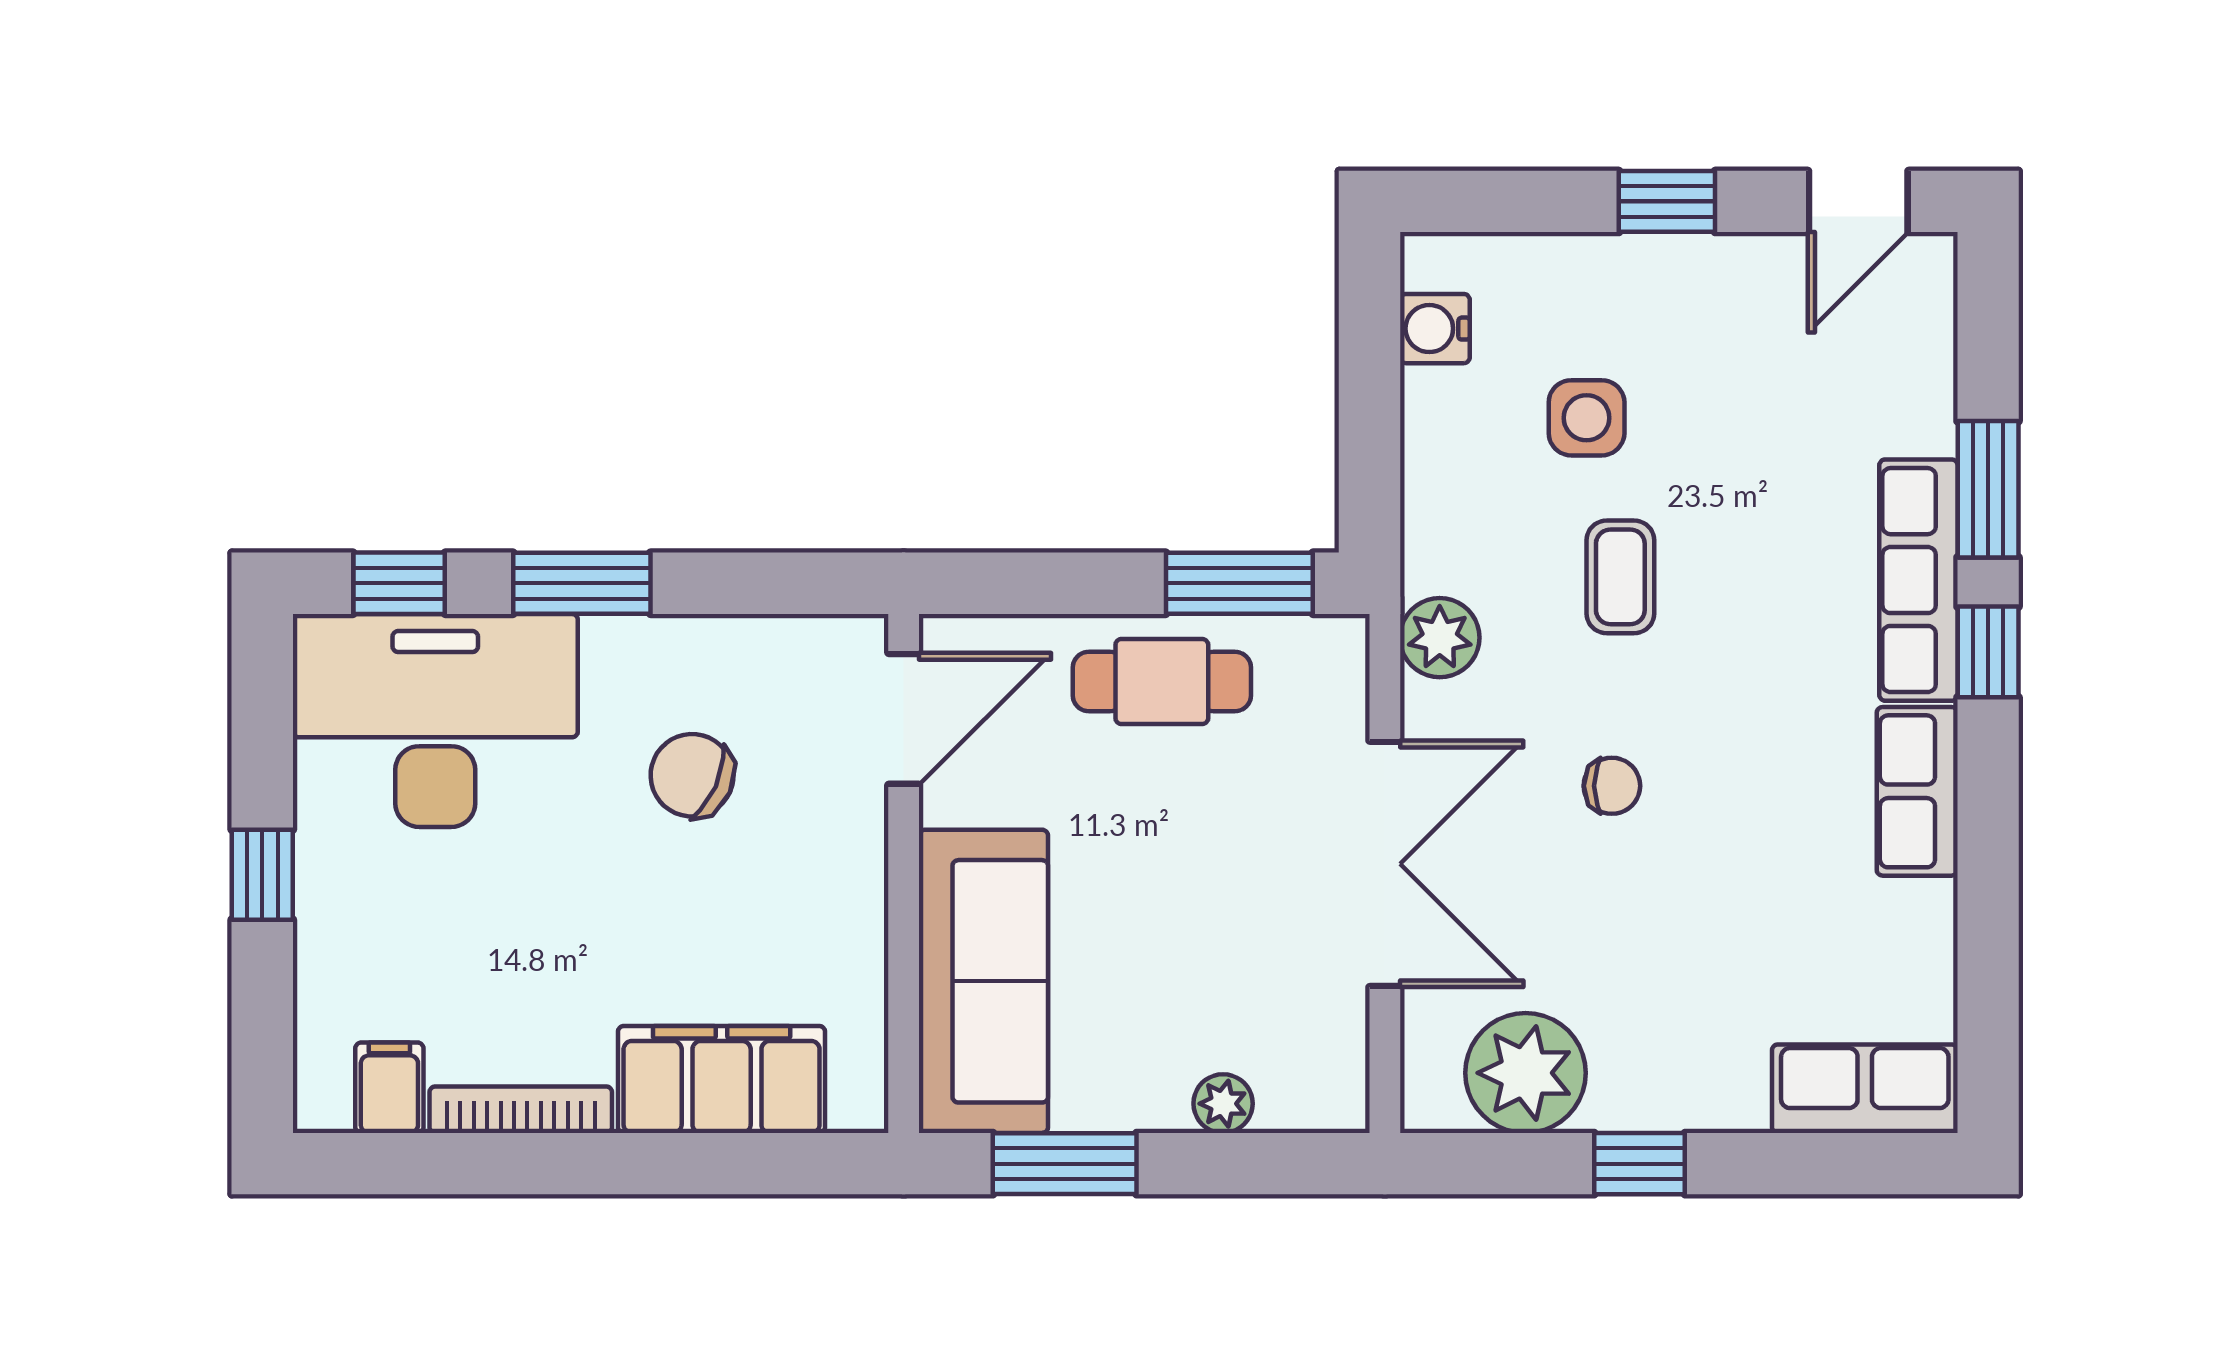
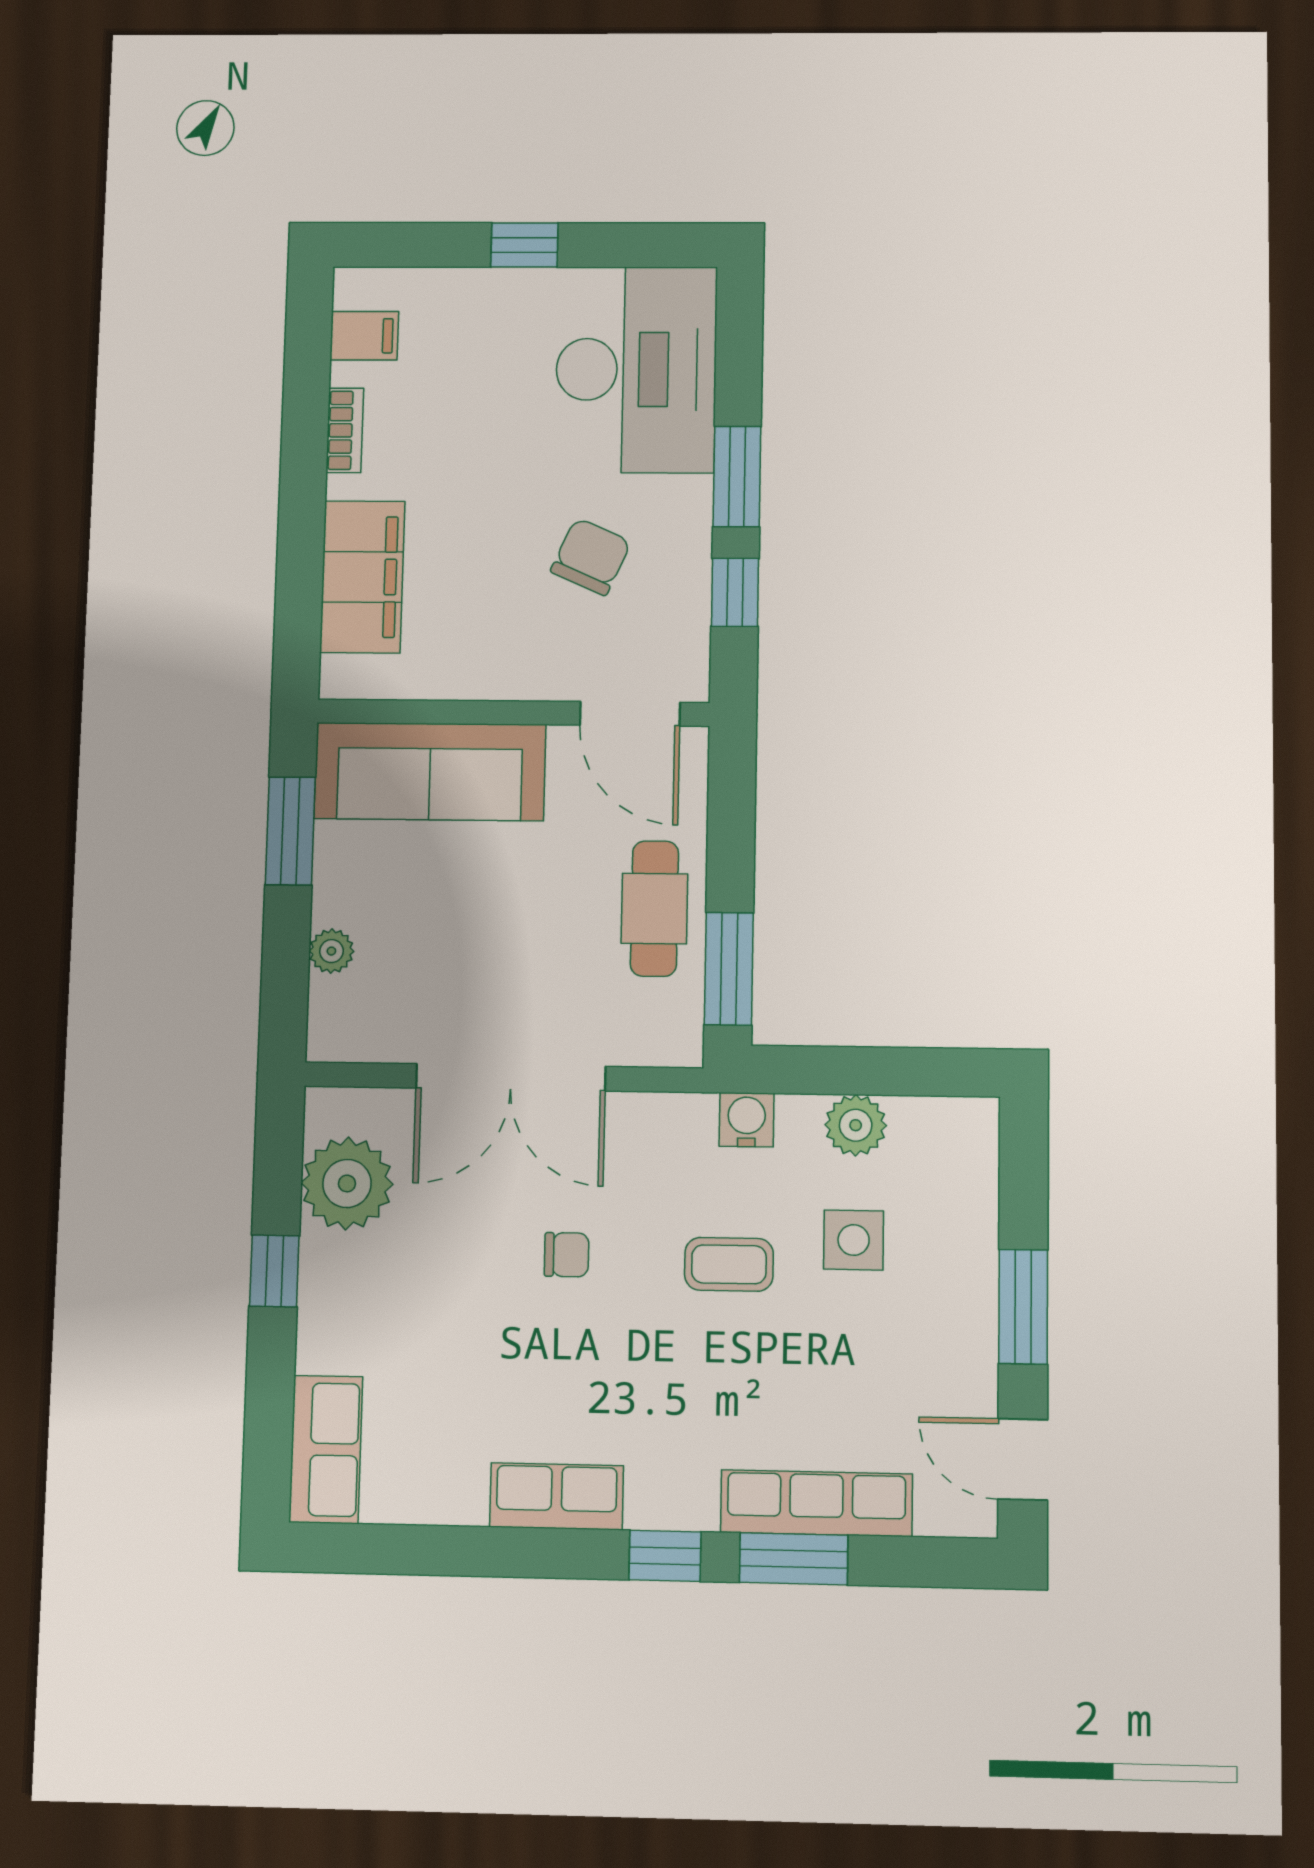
window: (1667, 201) -> (1023, 1307), width x1.50
water cooler: (1435, 329) -> (747, 1120), moved
row of seats: (1918, 580) -> (816, 1503), moved
window: (399, 583) -> (735, 592), moved
plant: (1440, 638) -> (856, 1125), moved
chair: (1612, 786) -> (567, 1255), turned -90
bookcase: (521, 1110) -> (345, 430), width x0.64

